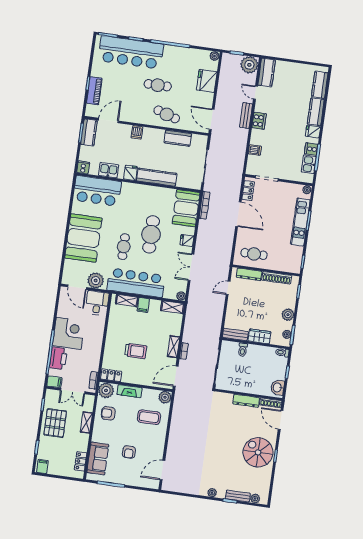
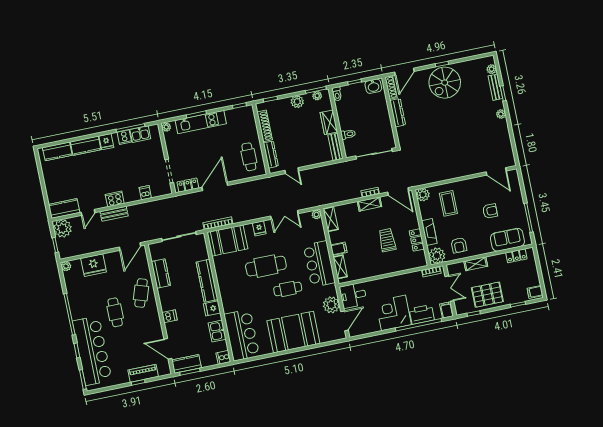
bar counter: (136, 283) -> (319, 264), width x0.73
locker: (111, 375) -> (417, 240), moved

